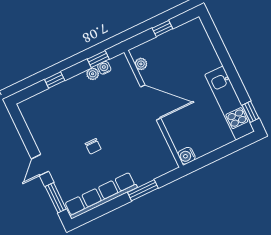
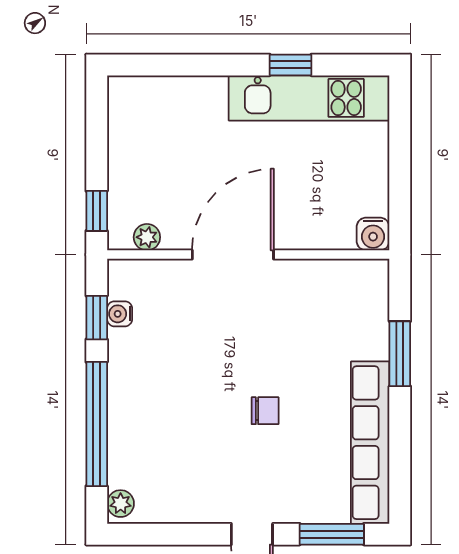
window: (162, 28) -> (97, 211), moved
plant: (93, 74) -> (121, 504), moved
window: (55, 80) -> (97, 424), width x3.17
window: (250, 112) -> (291, 65), moved

